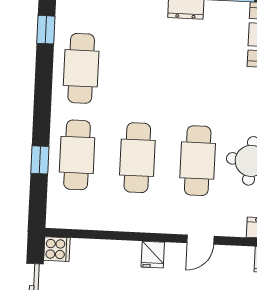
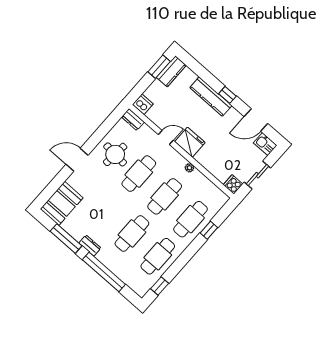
cafe table: (141, 71) -> (132, 233), added
plant: (135, 224) -> (189, 168), added
fridge: (153, 255) -> (190, 142), width x1.88, depth x1.34

